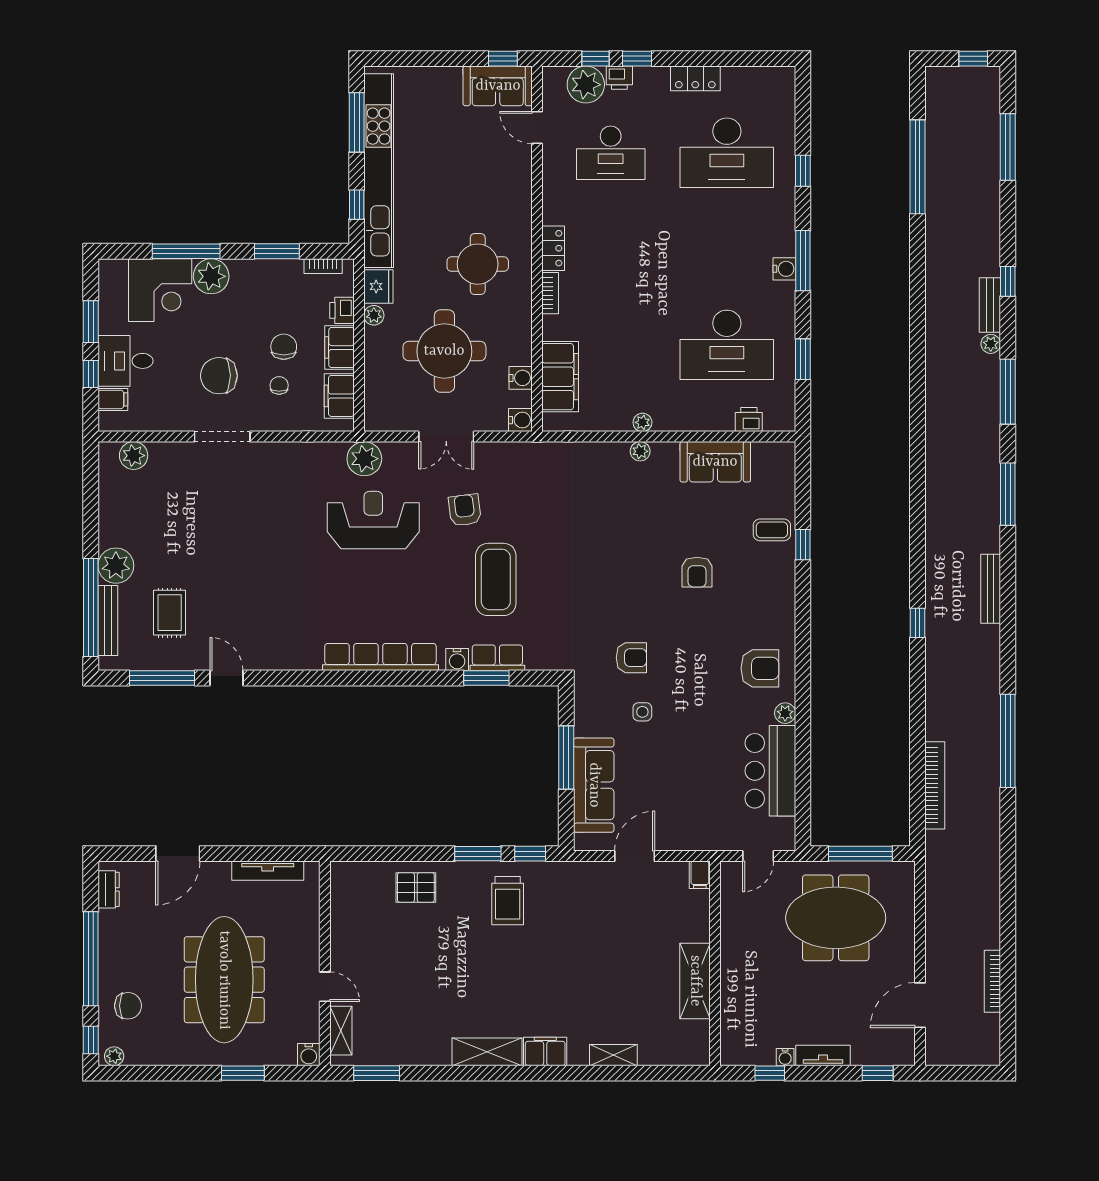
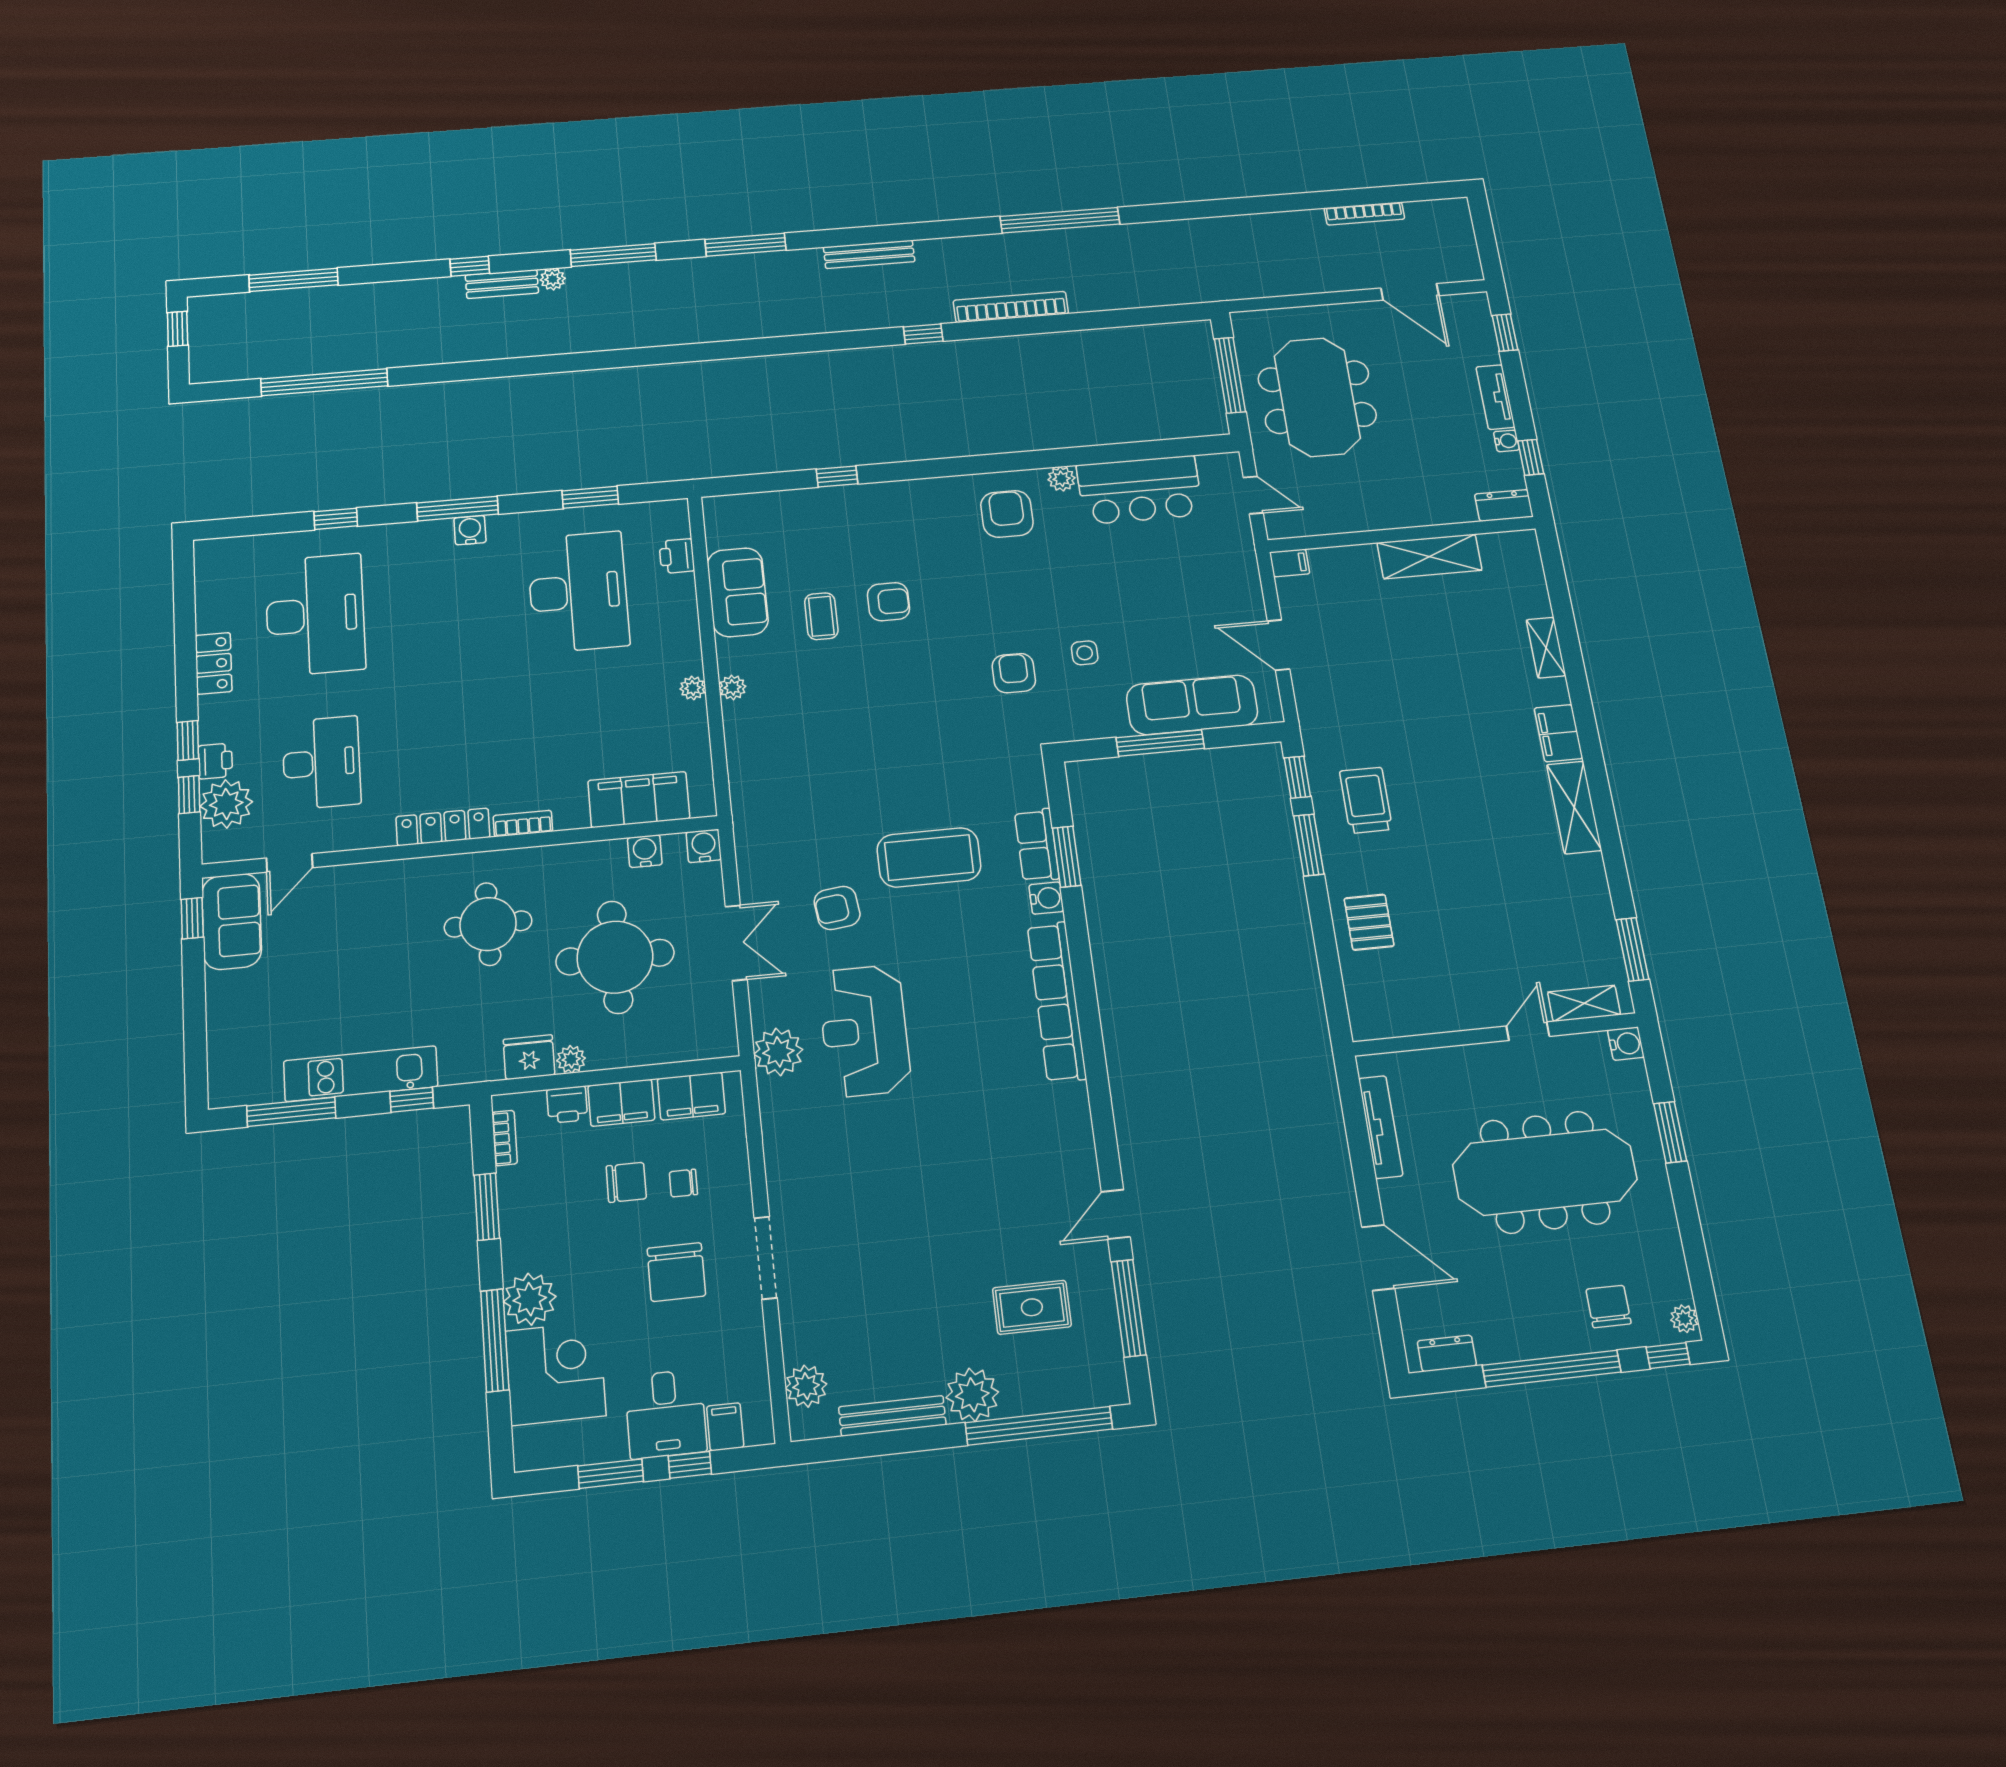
kitchen unit: (379, 171) -> (361, 1074), width x0.54
locker: (553, 248) -> (443, 827), width x1.53
chair: (284, 347) -> (626, 1182), turned 180
coffee table: (772, 530) -> (821, 616), moved
bench: (108, 620) -> (892, 1416), moved
bookcase: (935, 785) -> (1011, 307), moved
trolley: (508, 901) -> (1366, 800), turned -90
dresser: (732, 1045) -> (1504, 505), added

